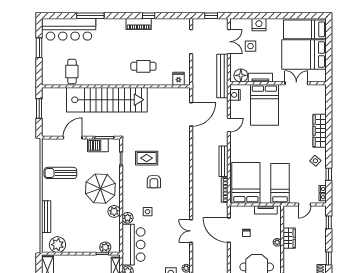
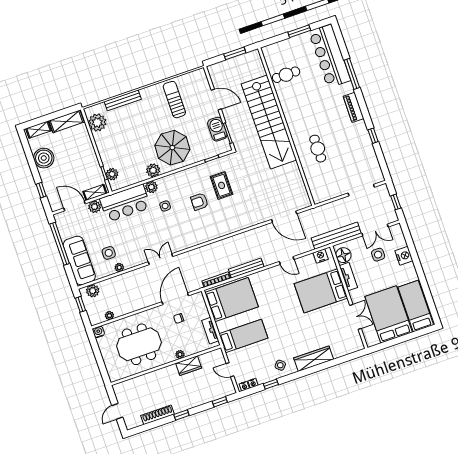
piano: (139, 24) -> (354, 107), moved
fridge: (179, 79) -> (317, 190), removed

